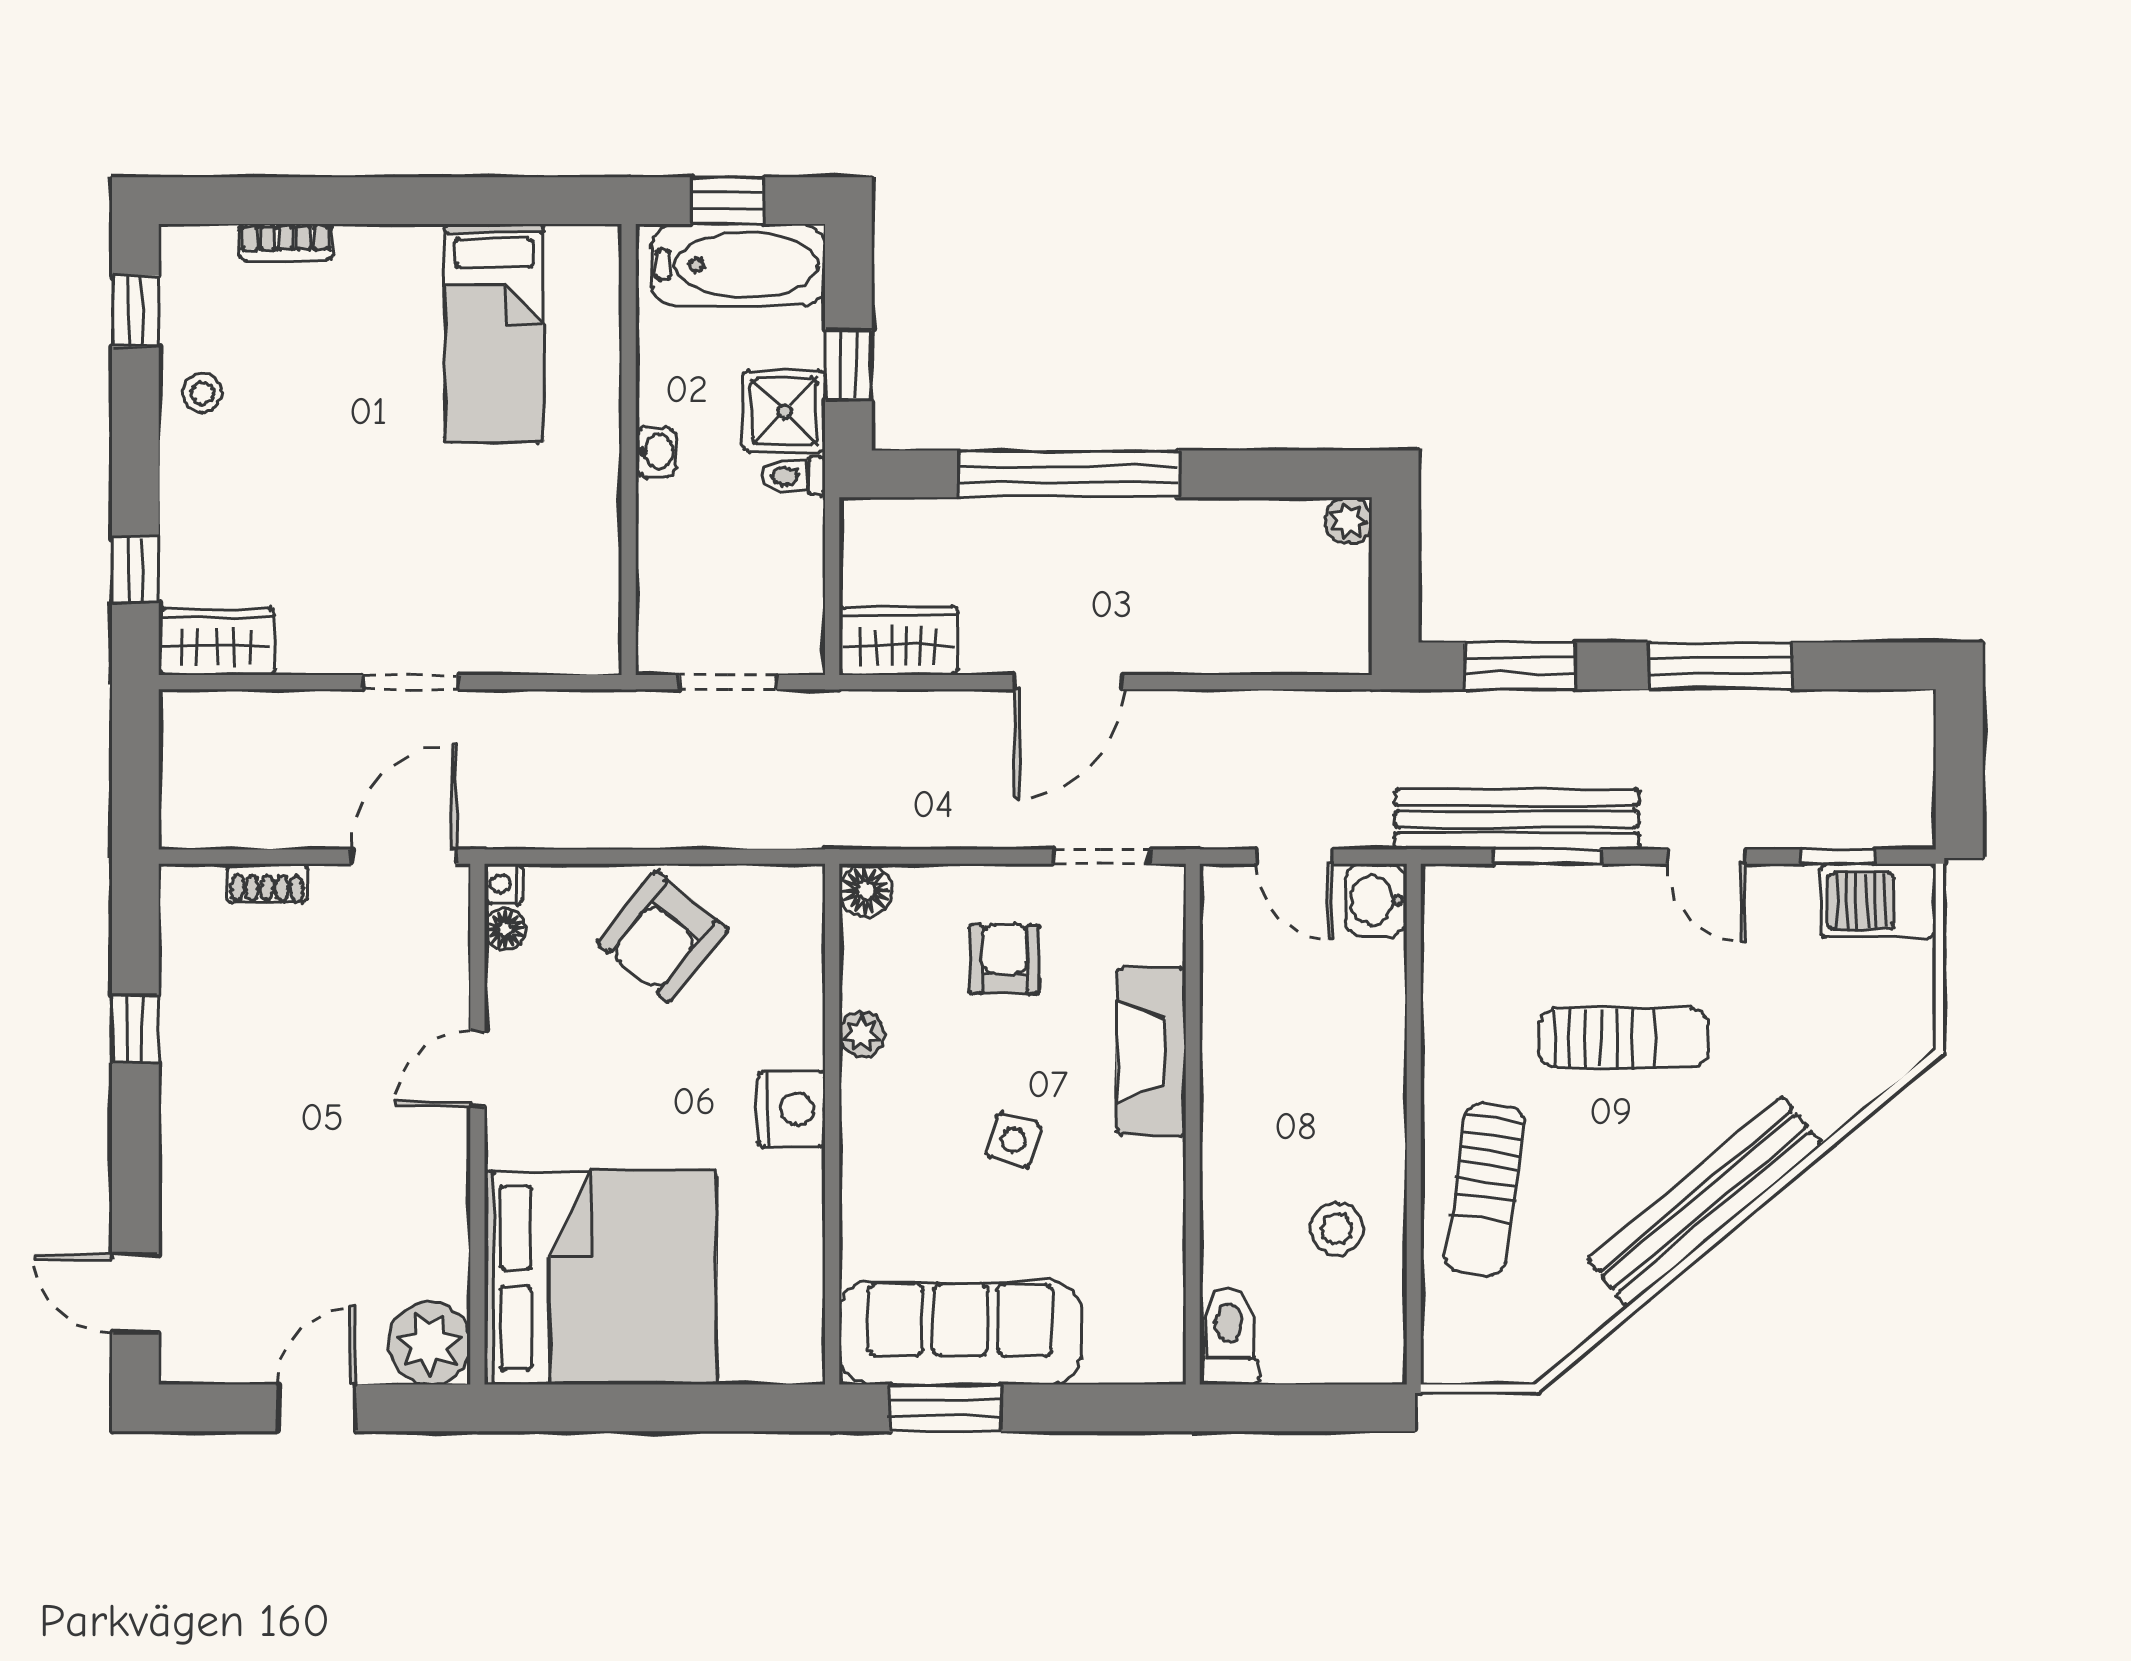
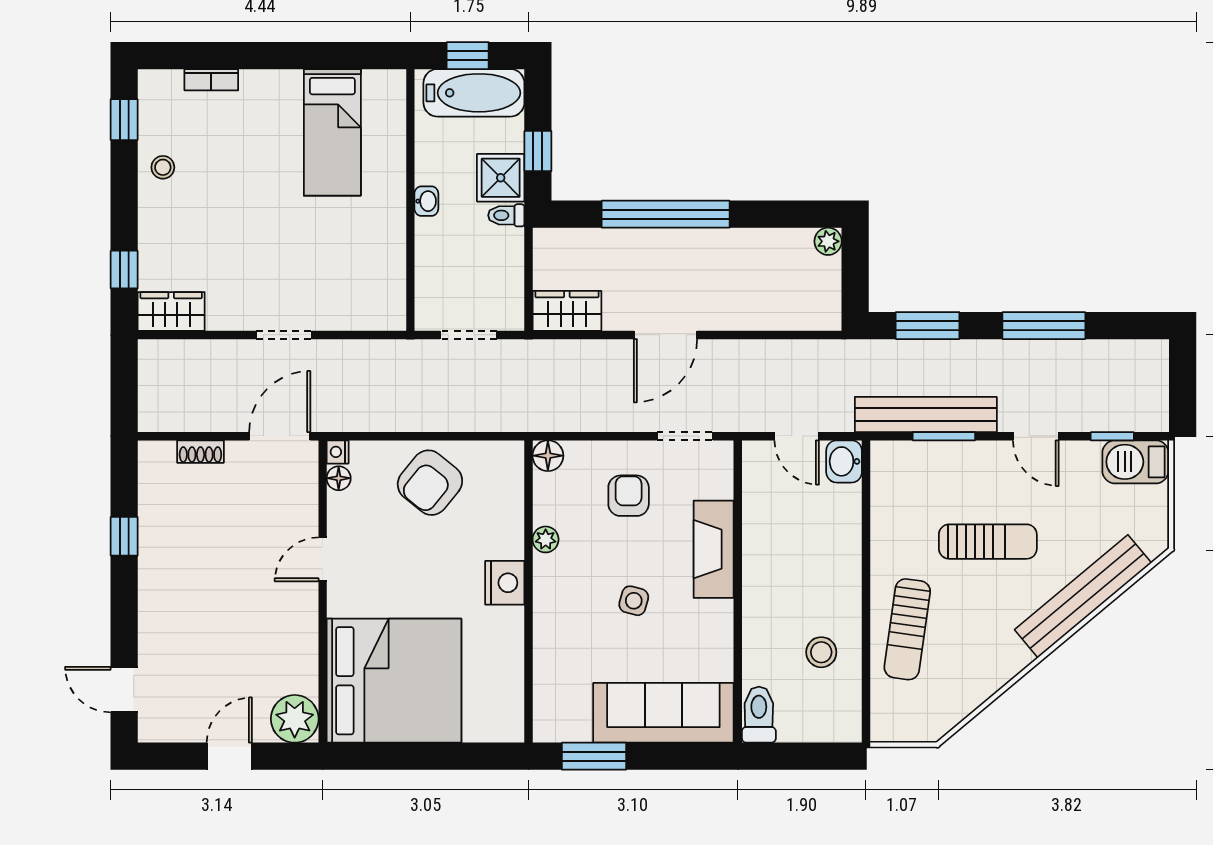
bench: (1705, 1202) -> (1083, 596), moved
sofa: (960, 1333) -> (663, 713), moved

